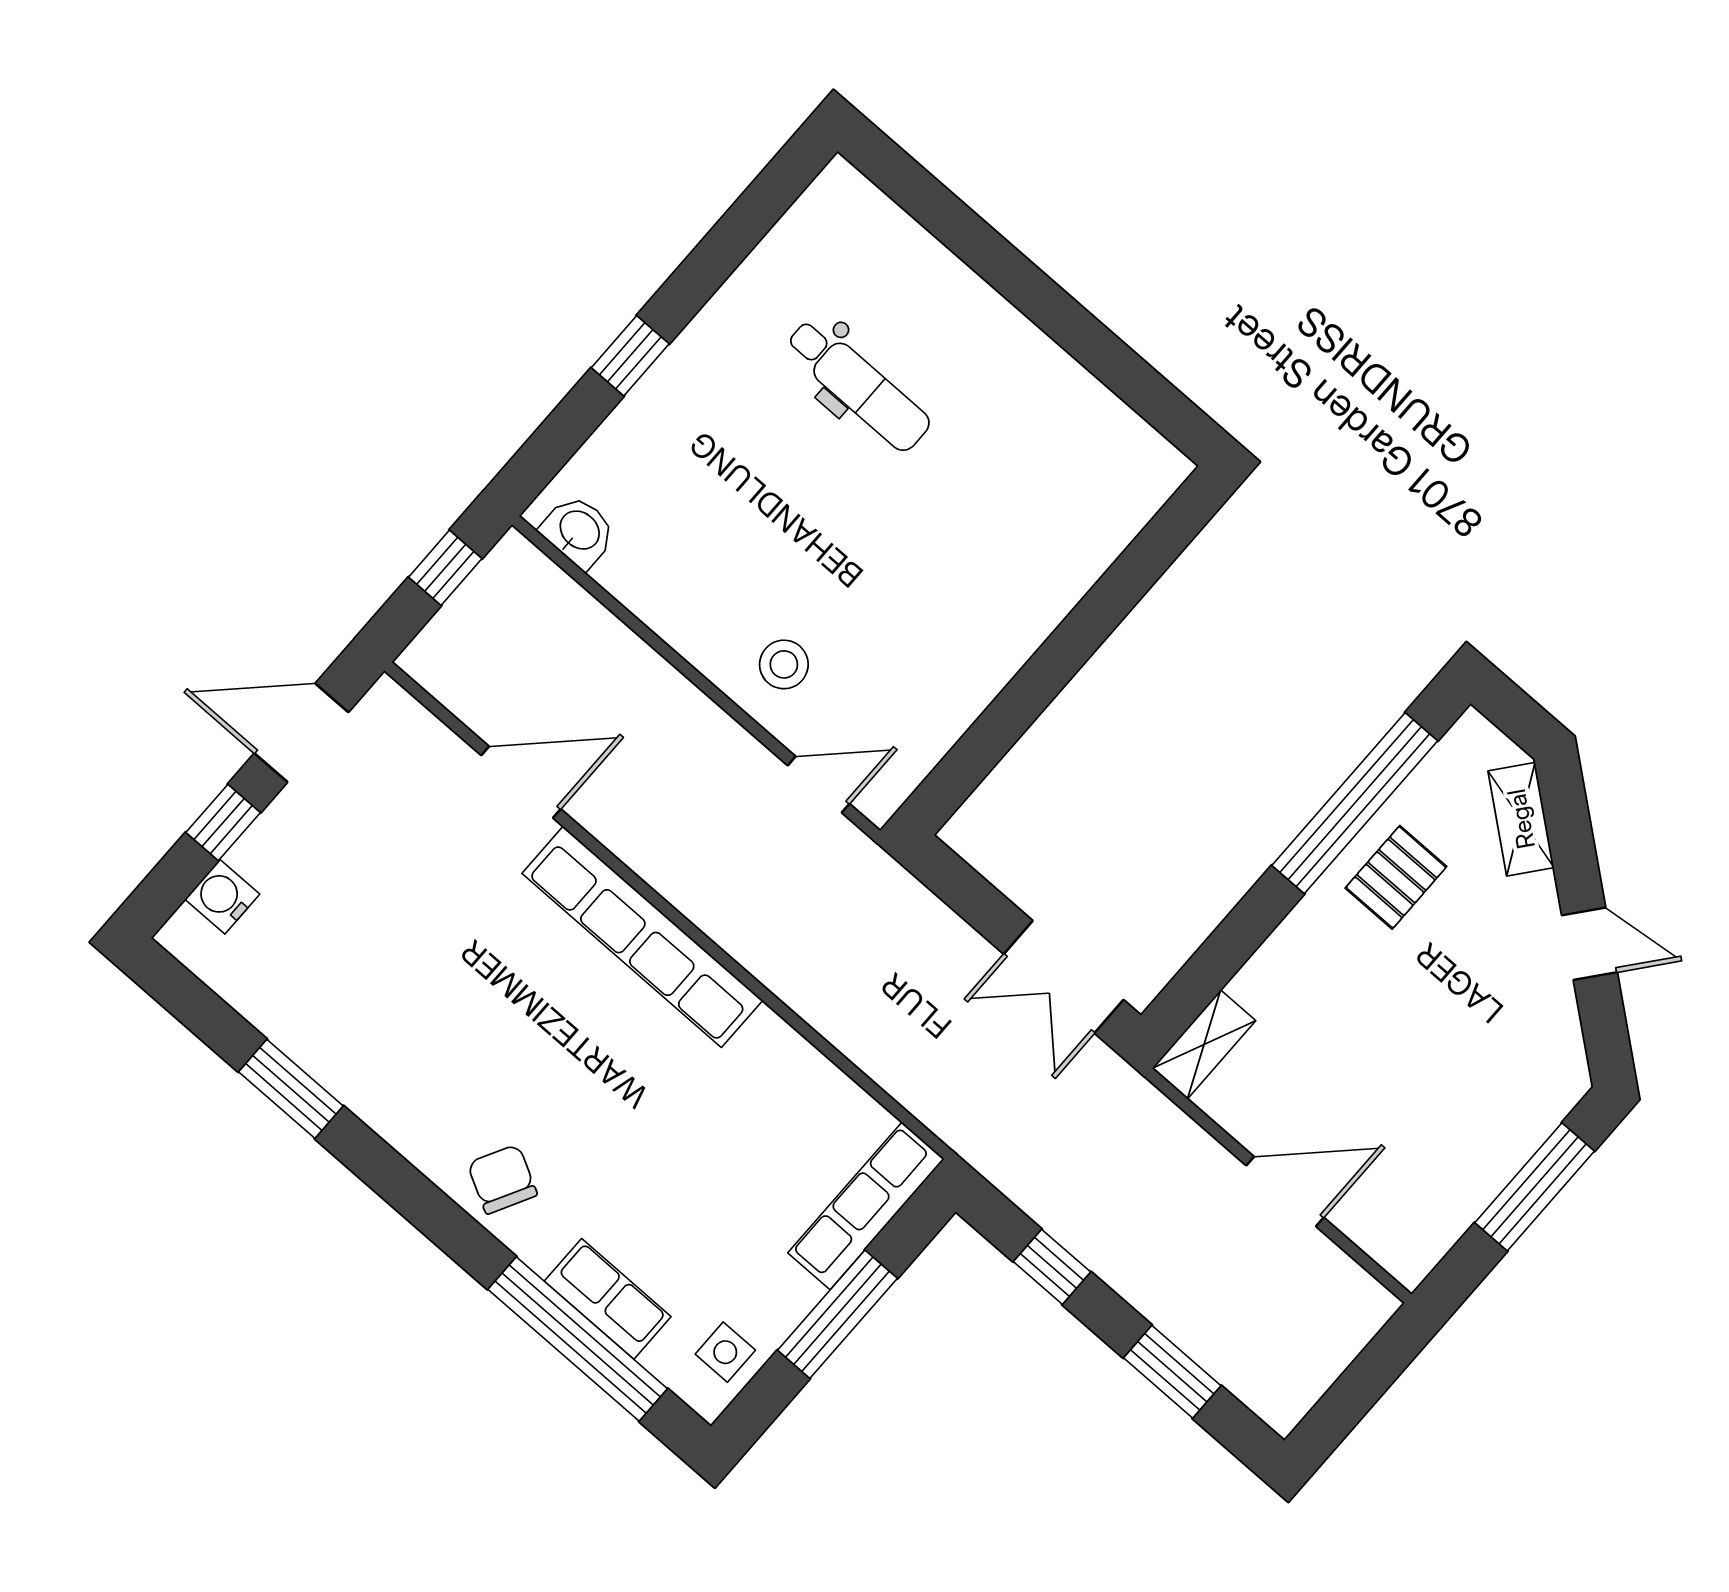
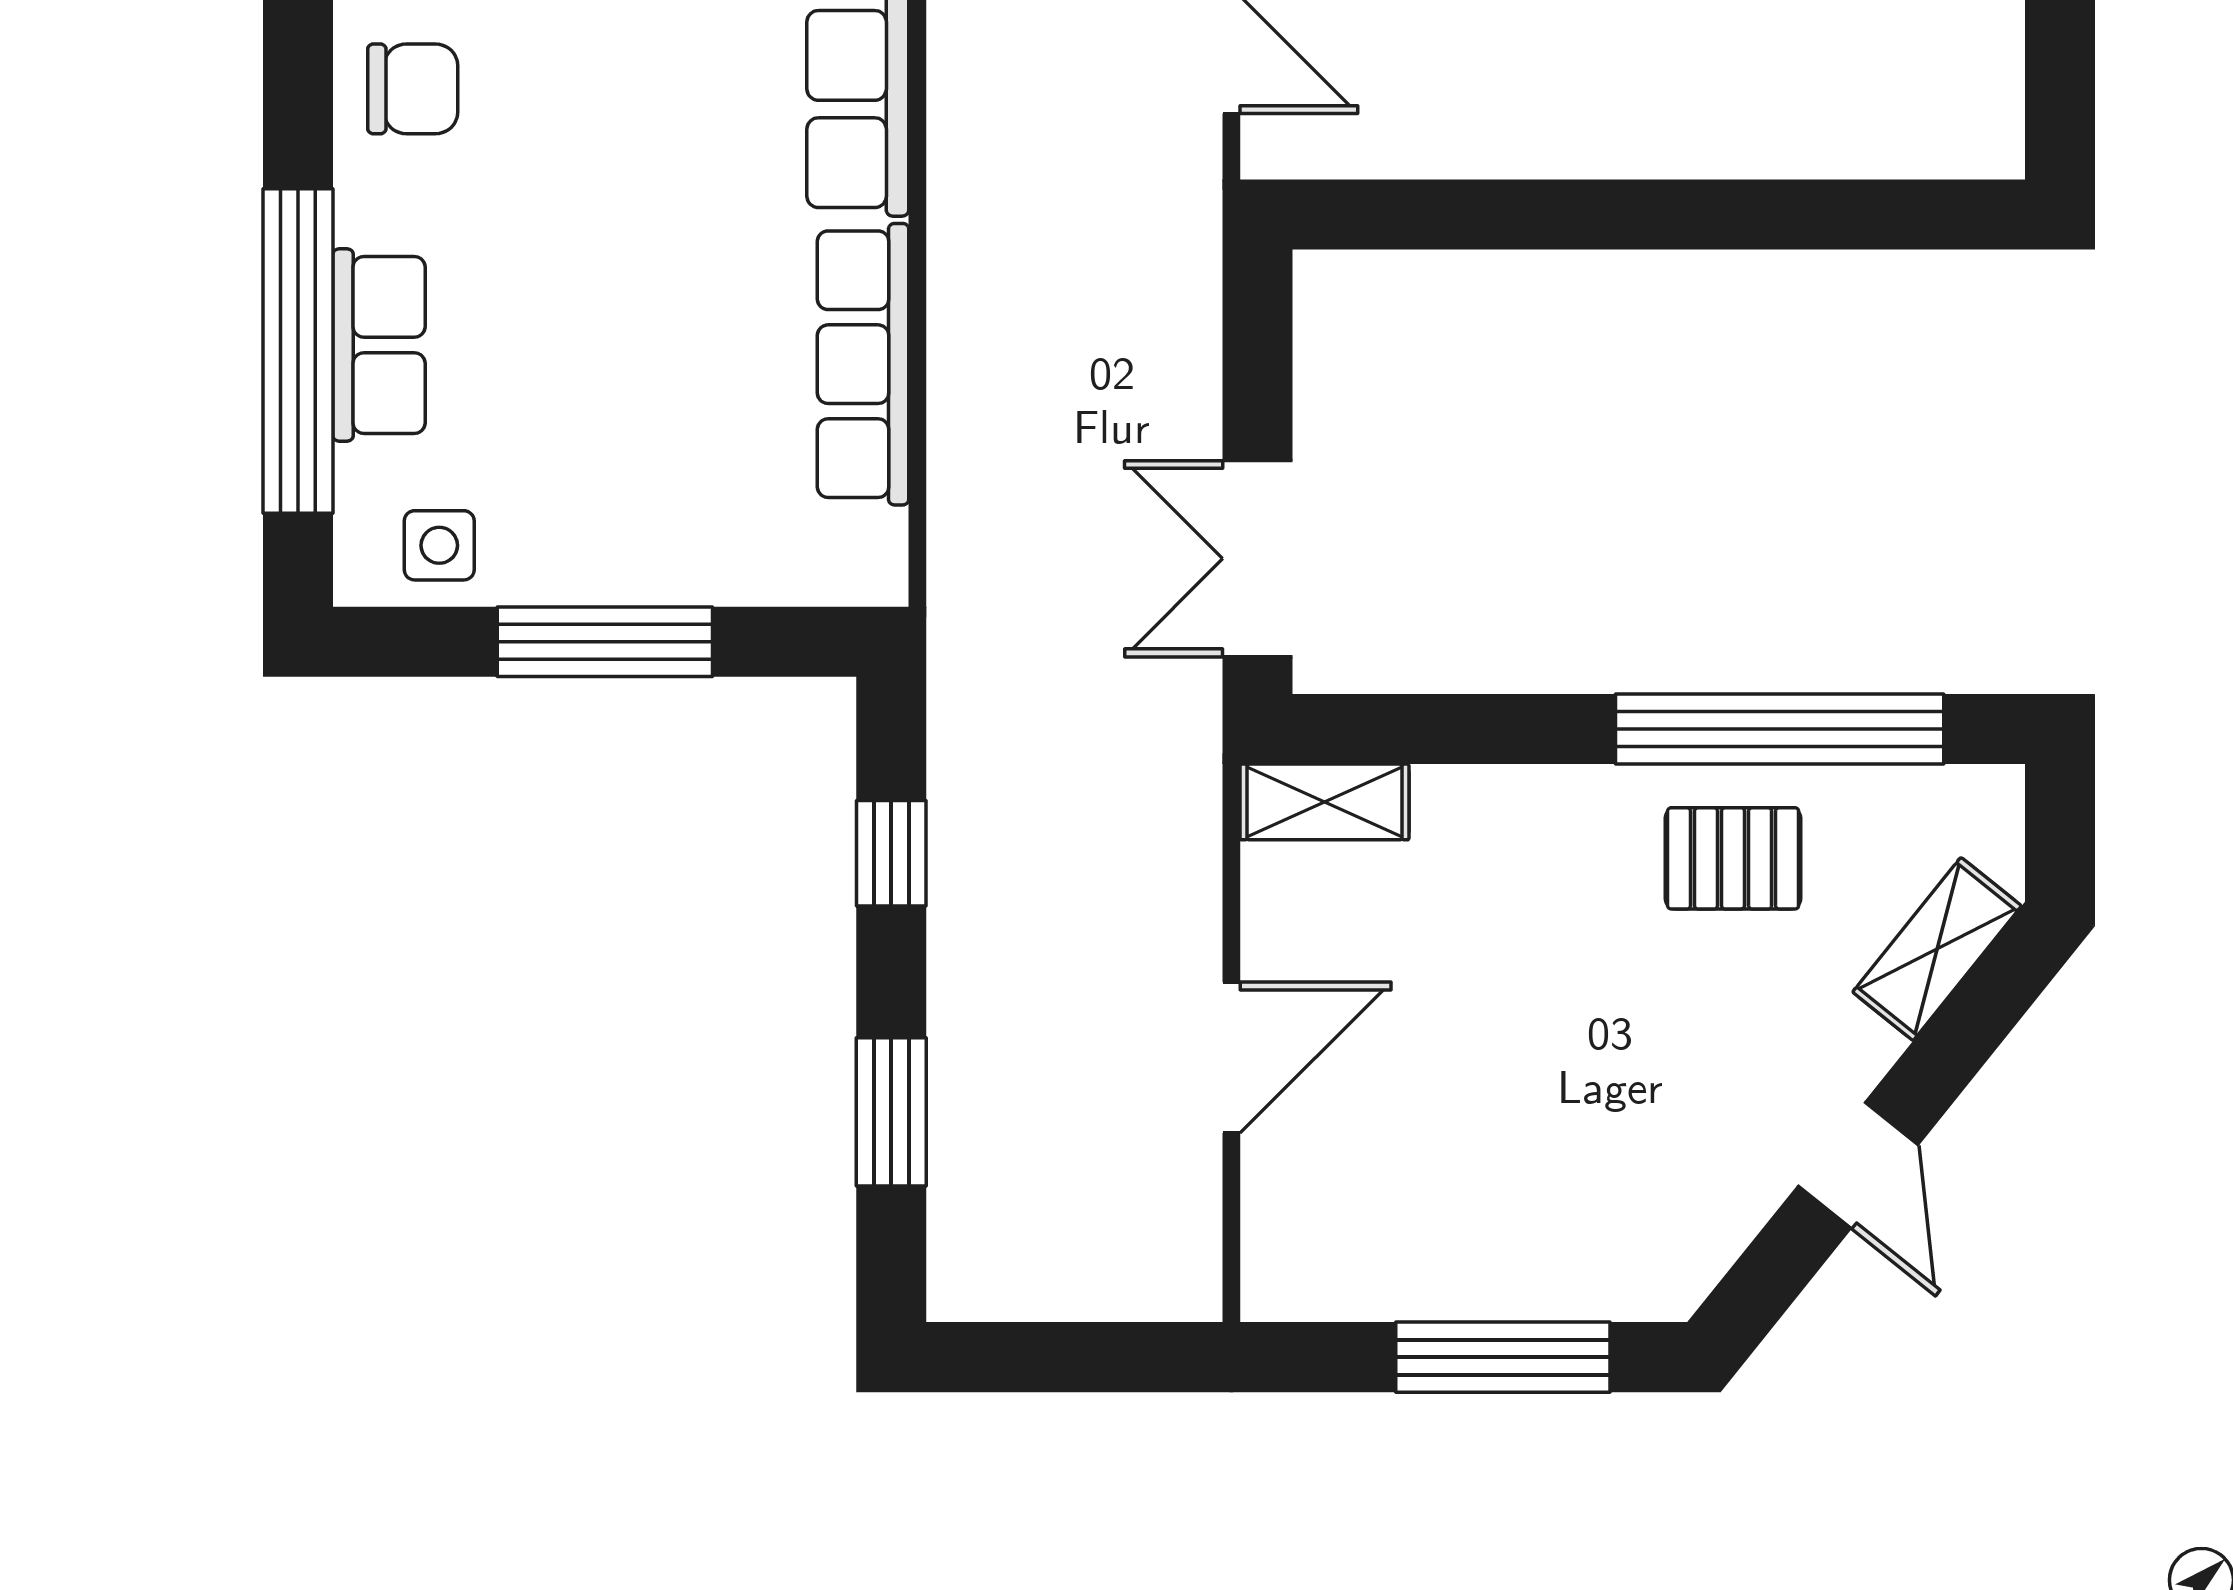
chair: (502, 1179) -> (413, 89), turned 62
door: (1285, 1191) -> (1231, 1057), hinge flipped
row of seats: (866, 1206) -> (863, 364), moved, turned -90

